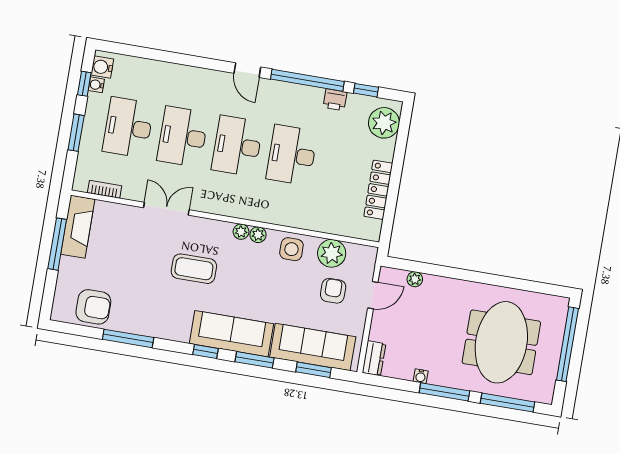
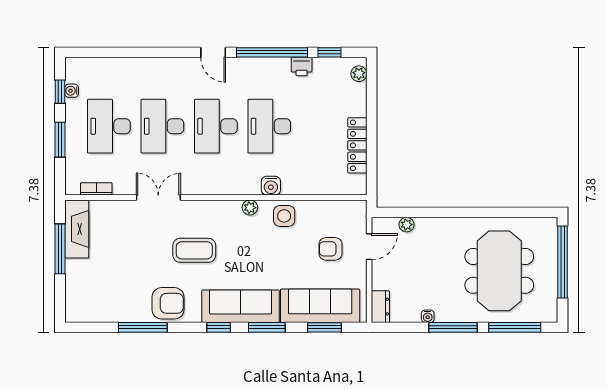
water cooler: (102, 67) -> (271, 186), moved, turned -90
plant: (384, 123) -> (359, 74), width x0.53, depth x0.53
plant: (241, 232) -> (233, 207), removed
plant: (332, 253) -> (323, 213), removed
armchair: (333, 291) -> (330, 249), turned -90
armchair: (93, 307) -> (168, 303), moved

